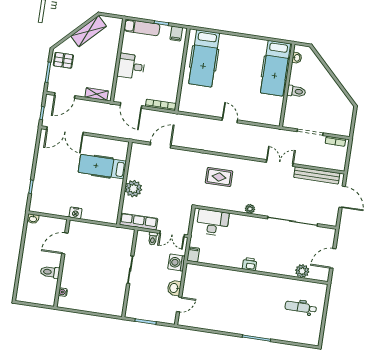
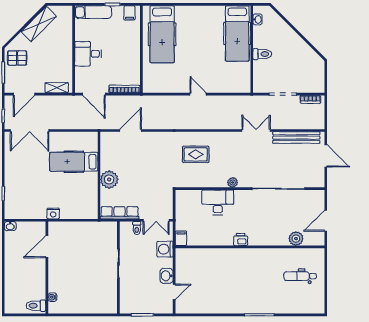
desk: (213, 223) -> (218, 202), moved
toilet: (50, 272) -> (36, 306), moved

